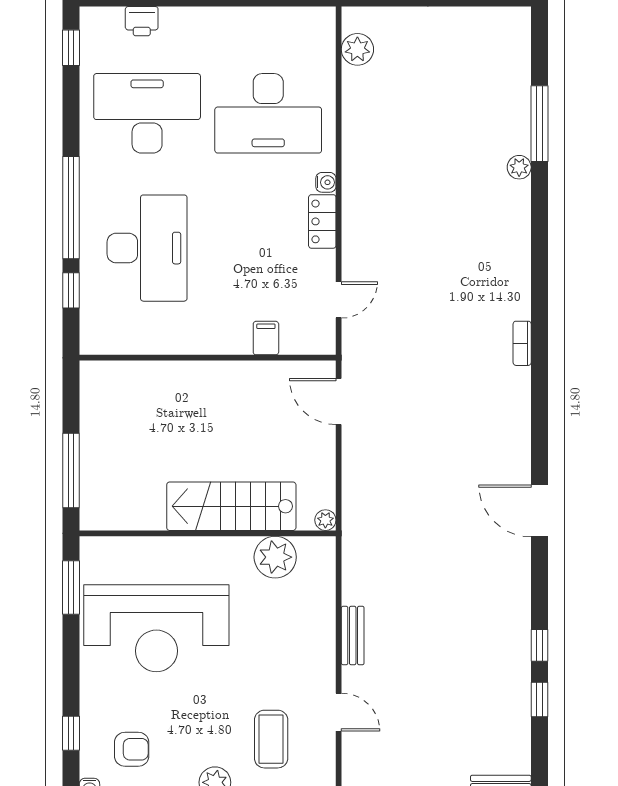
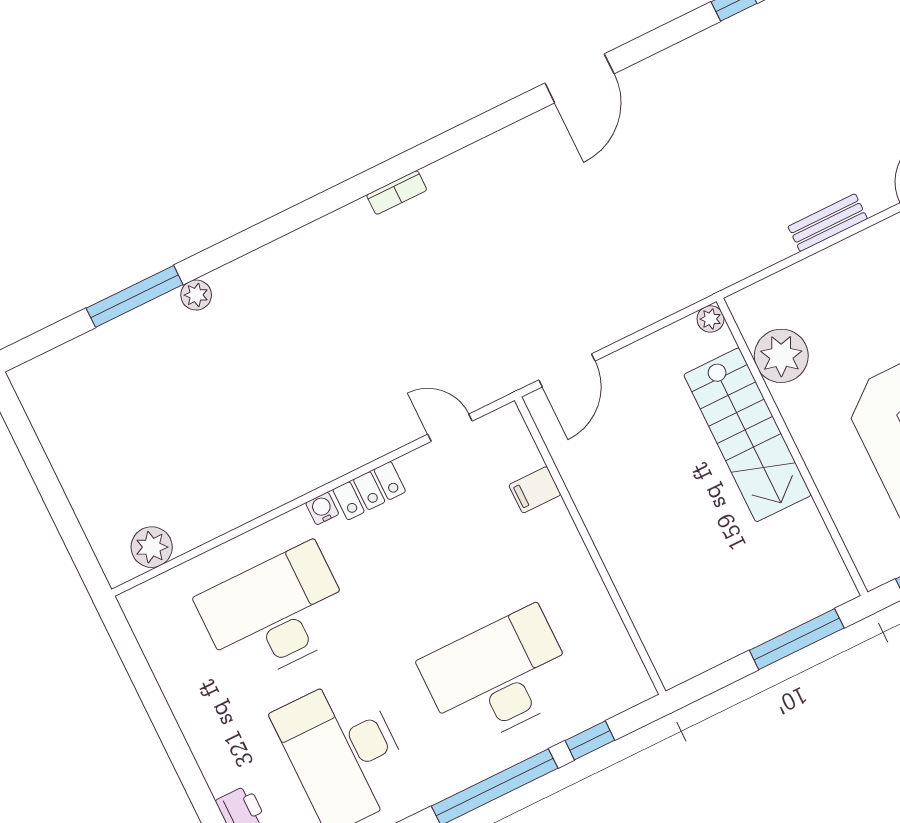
desk: (268, 113) -> (275, 614), turned -90

